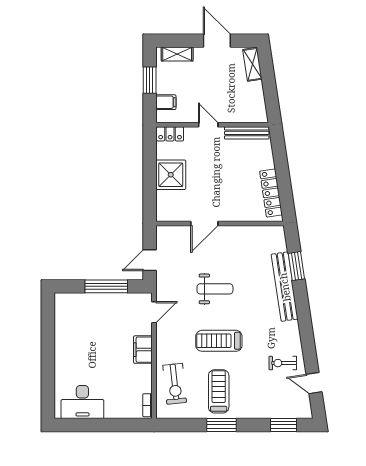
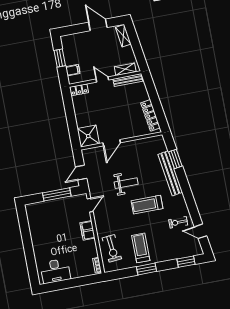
shelving: (177, 54) -> (125, 69), moved
shower: (171, 175) -> (88, 136), moved
treadmill: (219, 341) -> (147, 205), moved

